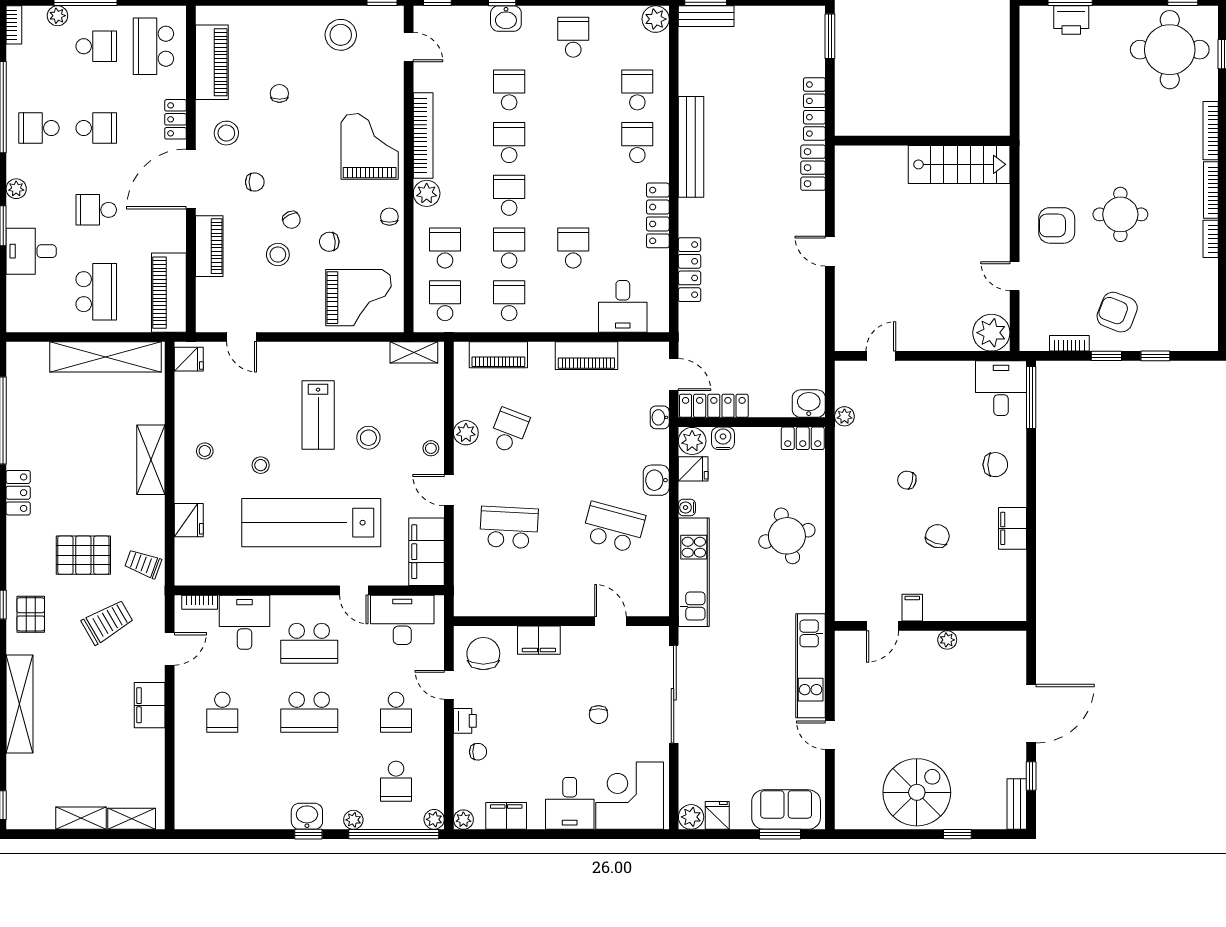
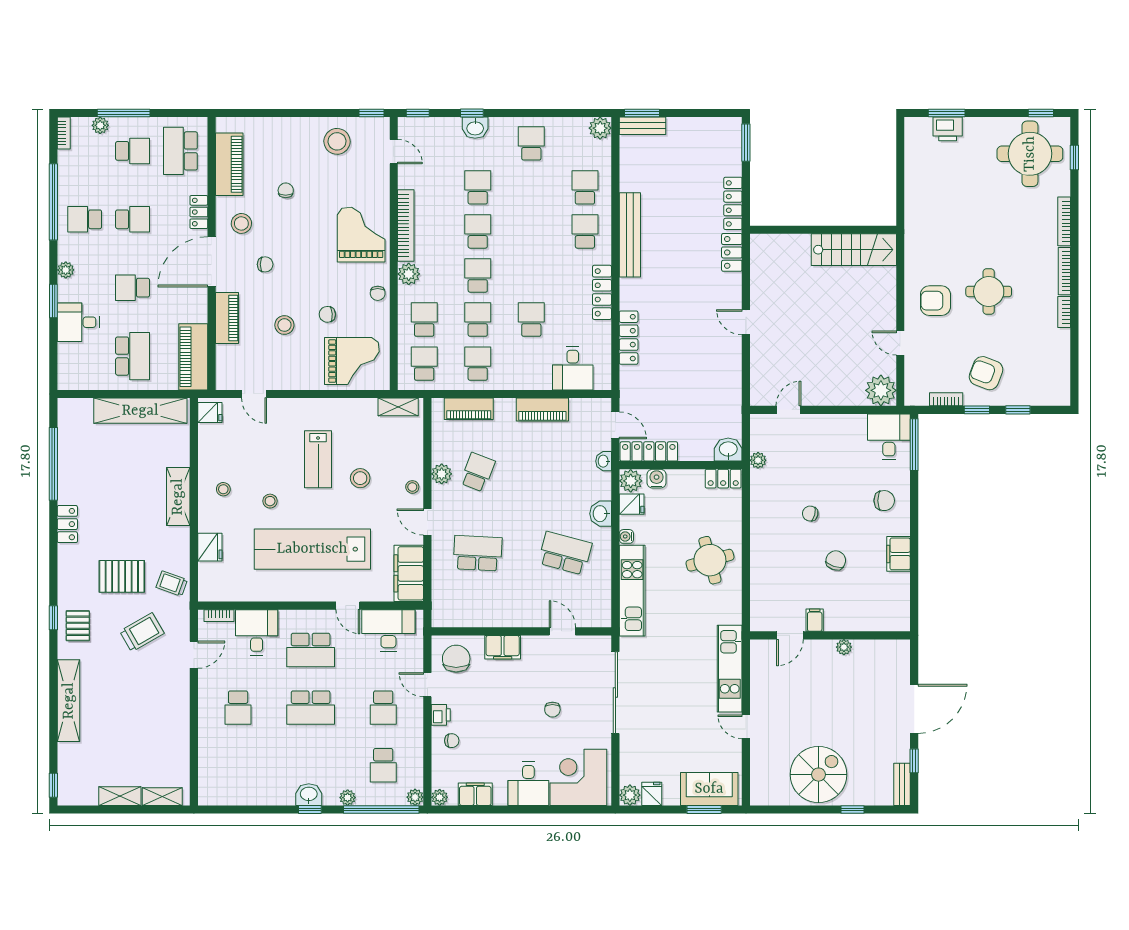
chair: (389, 217) -> (378, 293), turned 180
chair: (291, 220) -> (296, 296), removed
filing cabinet: (150, 705) -> (177, 702), removed

